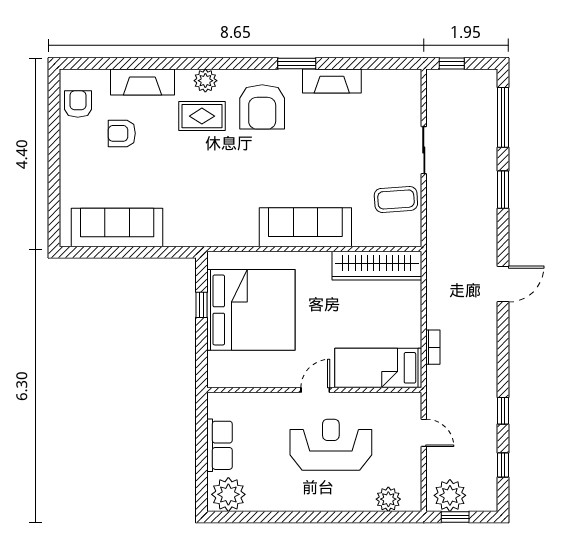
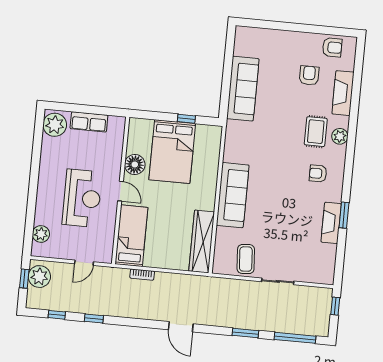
window: (297, 64) -> (344, 215), moved
armchair: (262, 107) -> (318, 173), width x0.53, depth x0.53
sofa: (117, 227) -> (243, 89), moved
bed: (251, 310) -> (172, 152), width x0.73
floor lamp: (275, 373) -> (135, 165), added

